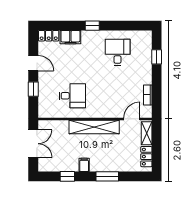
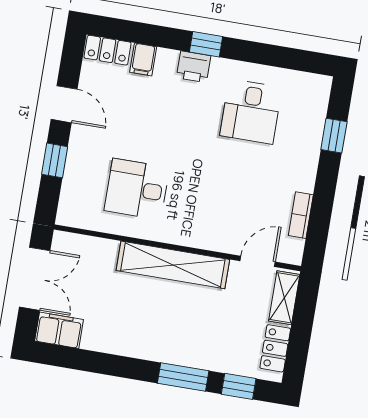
filing cabinet: (70, 37) -> (143, 59), width x0.50
printer: (88, 37) -> (194, 67), added
desk: (118, 52) -> (251, 112), turned 180
desk: (72, 96) -> (137, 189), turned 180
filing cabinet: (84, 165) -> (59, 330), moved, width x2.00
window: (67, 176) -> (239, 386), moved

